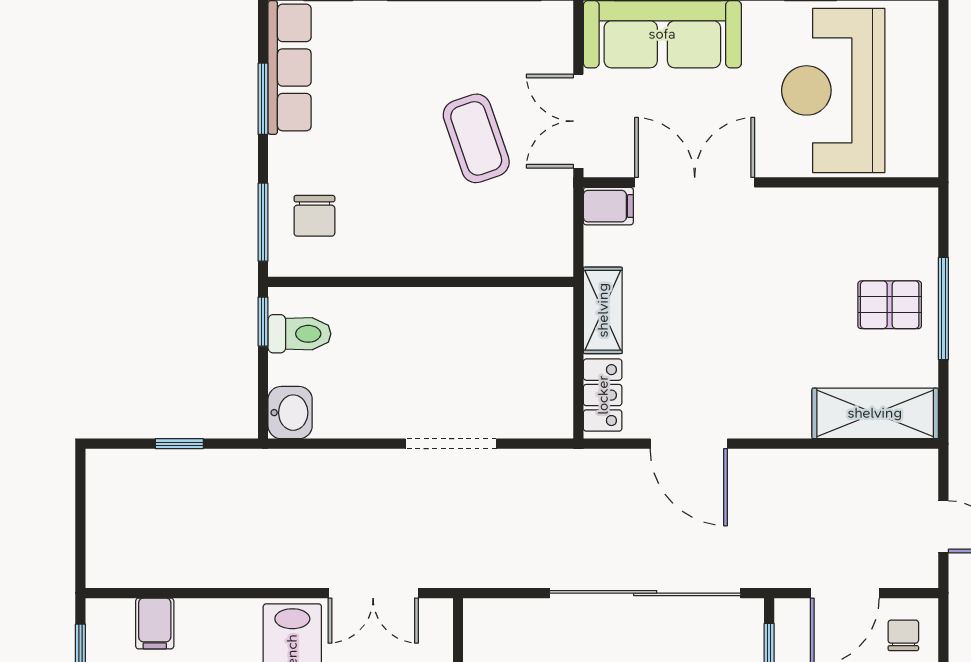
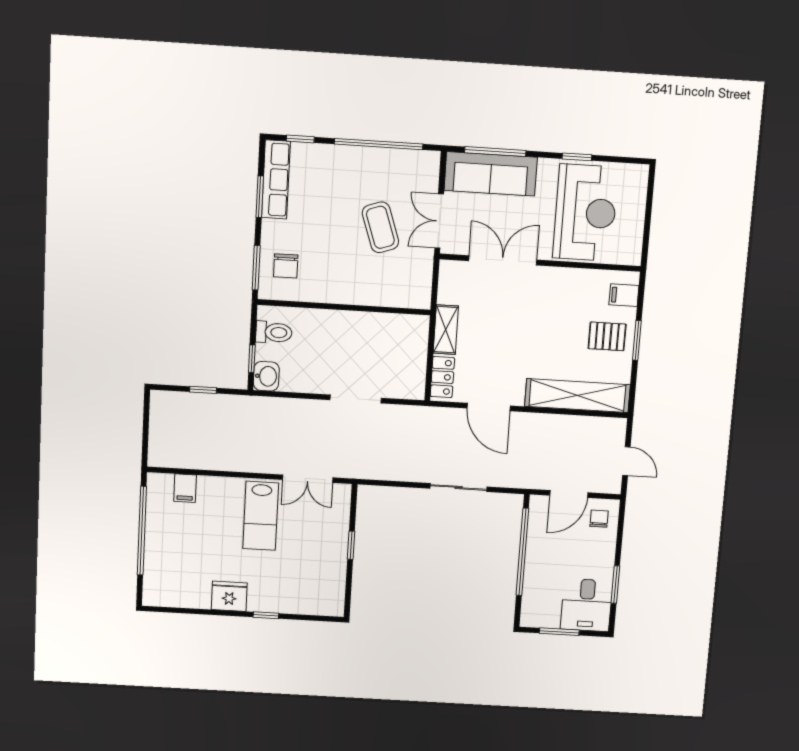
reception desk: (833, 90) -> (585, 213), turned 180
filing cabinet: (608, 206) -> (624, 295), moved, turned 180
window: (943, 309) -> (637, 340), width x0.69
window: (263, 322) -> (252, 359), moved
shelving: (875, 413) -> (577, 395), width x1.47
sliding door: (645, 593) -> (459, 488), width x0.54

